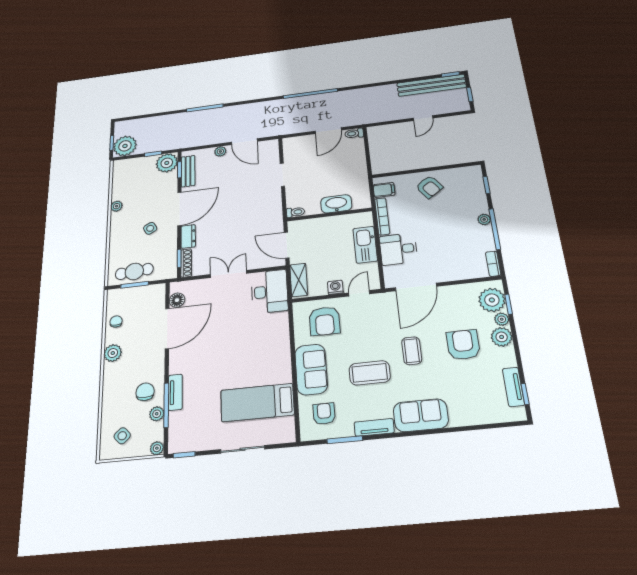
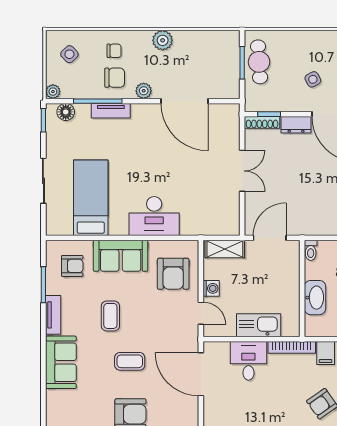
desk: (270, 291) -> (154, 216), moved
floor lamp: (177, 300) -> (66, 112), moved
chair: (116, 321) -> (114, 51), moved
armchair: (325, 321) -> (173, 274), turned -90
coffee table: (370, 373) -> (110, 316), width x0.73, depth x0.77
plant: (157, 414) -> (144, 91), moved

